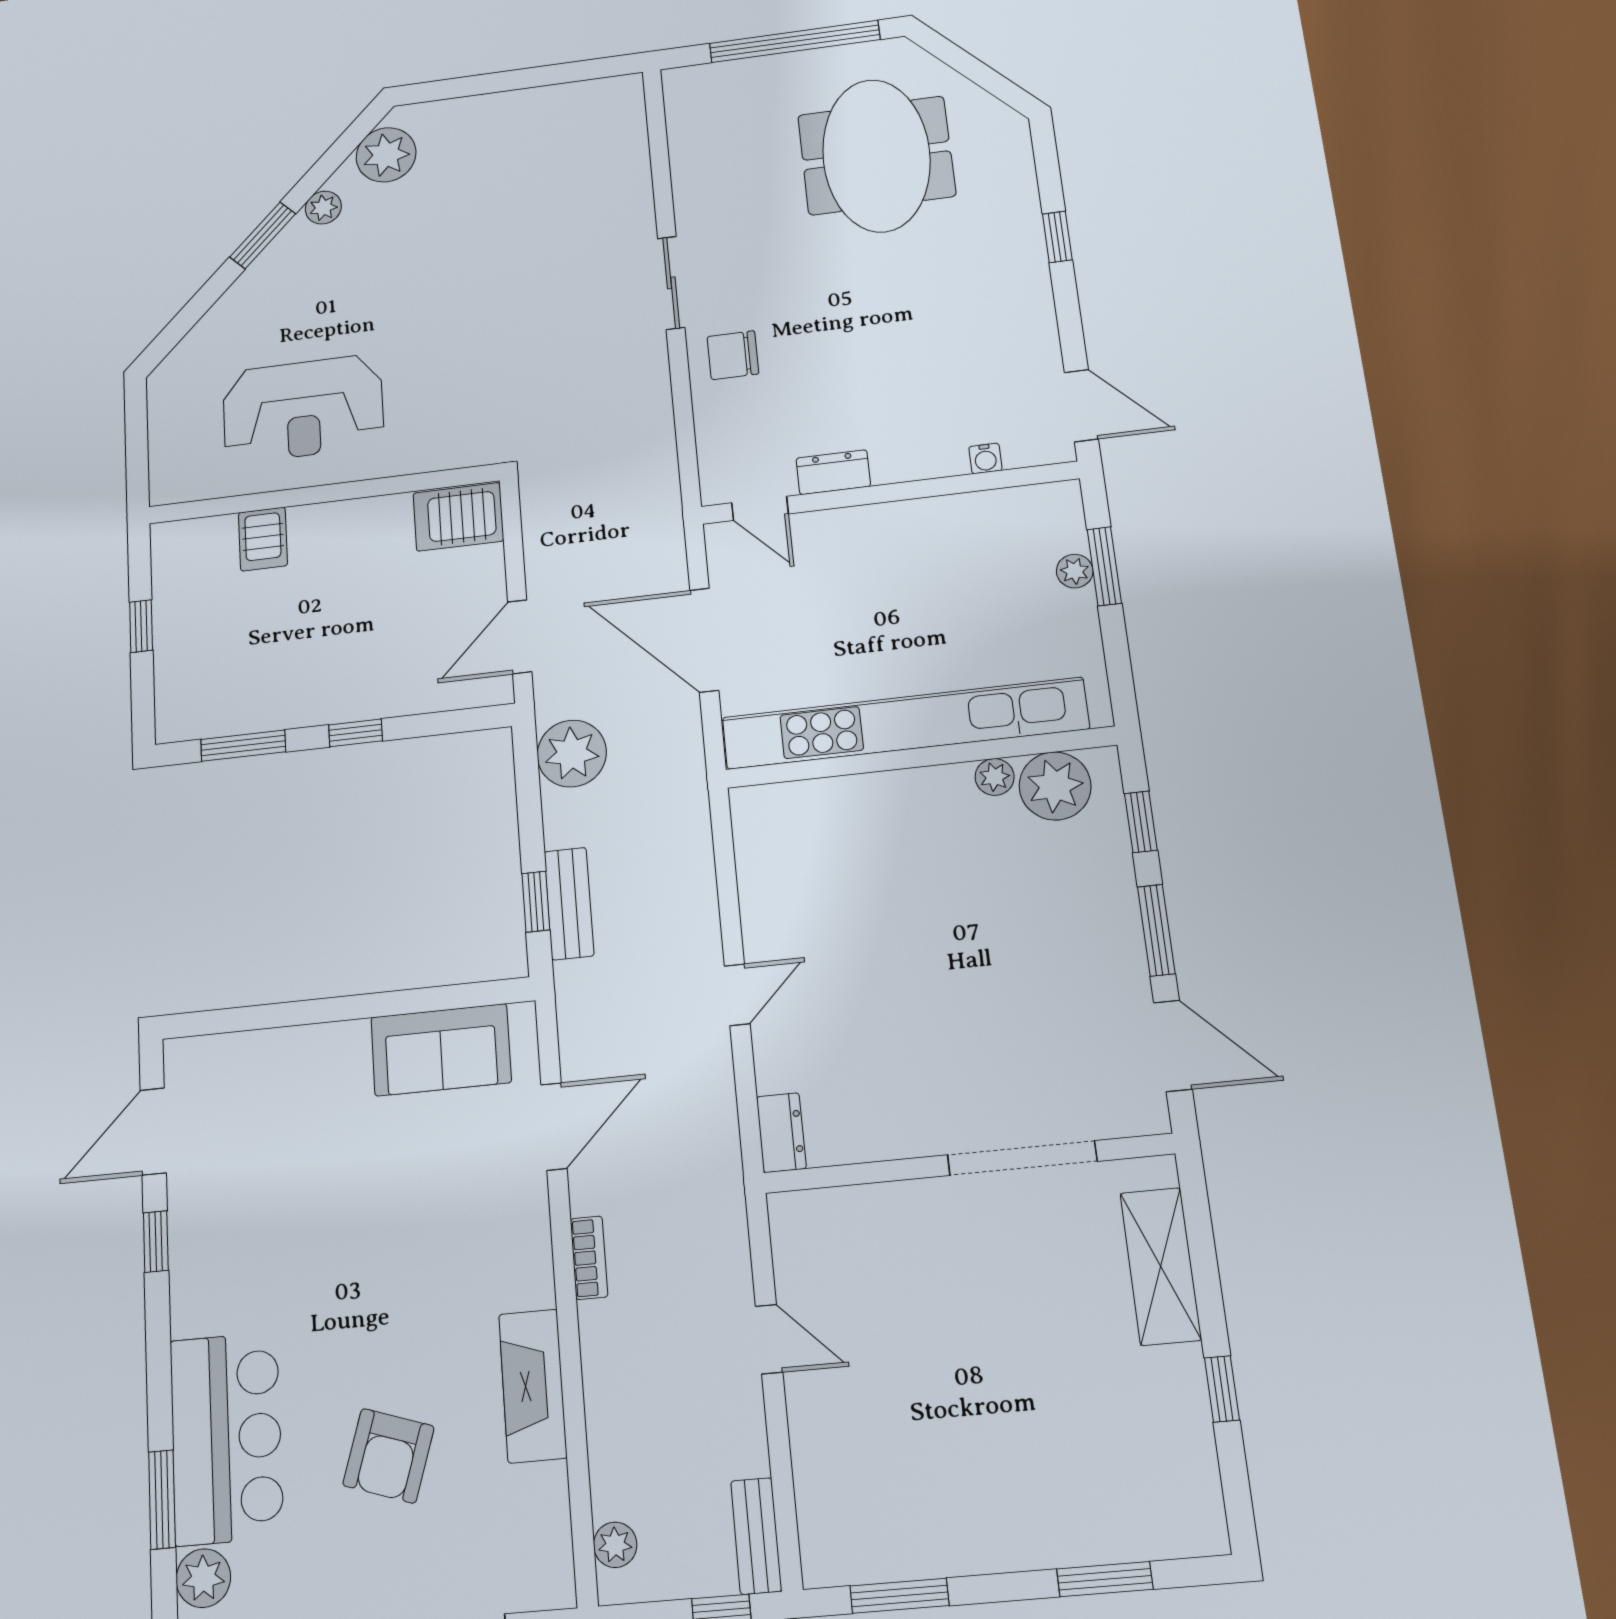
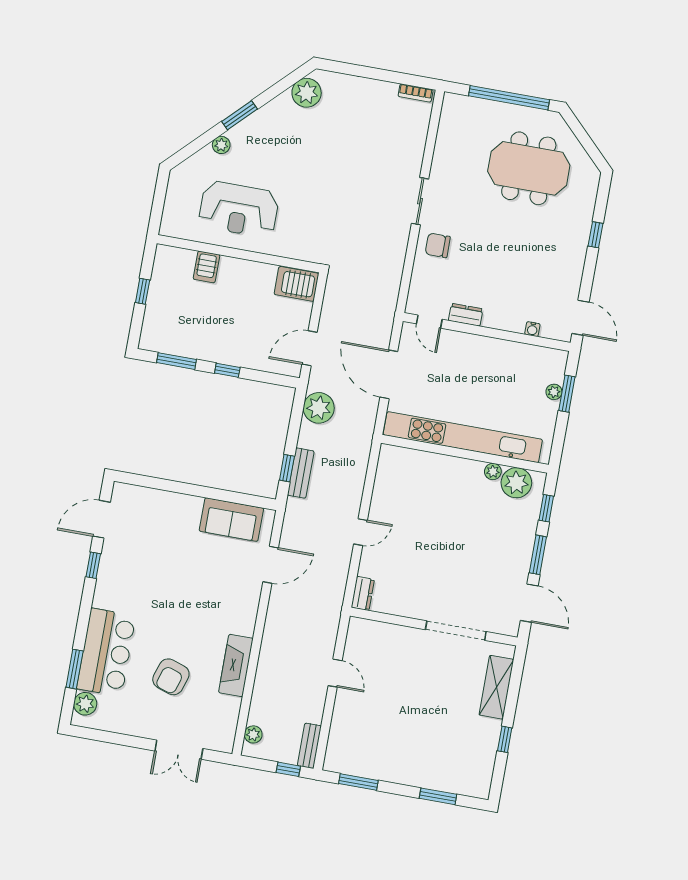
meeting table: (876, 156) -> (529, 168), turned 90
plant: (323, 208) -> (221, 145), moved
bookcase: (589, 1258) -> (416, 93), moved, turned 90

